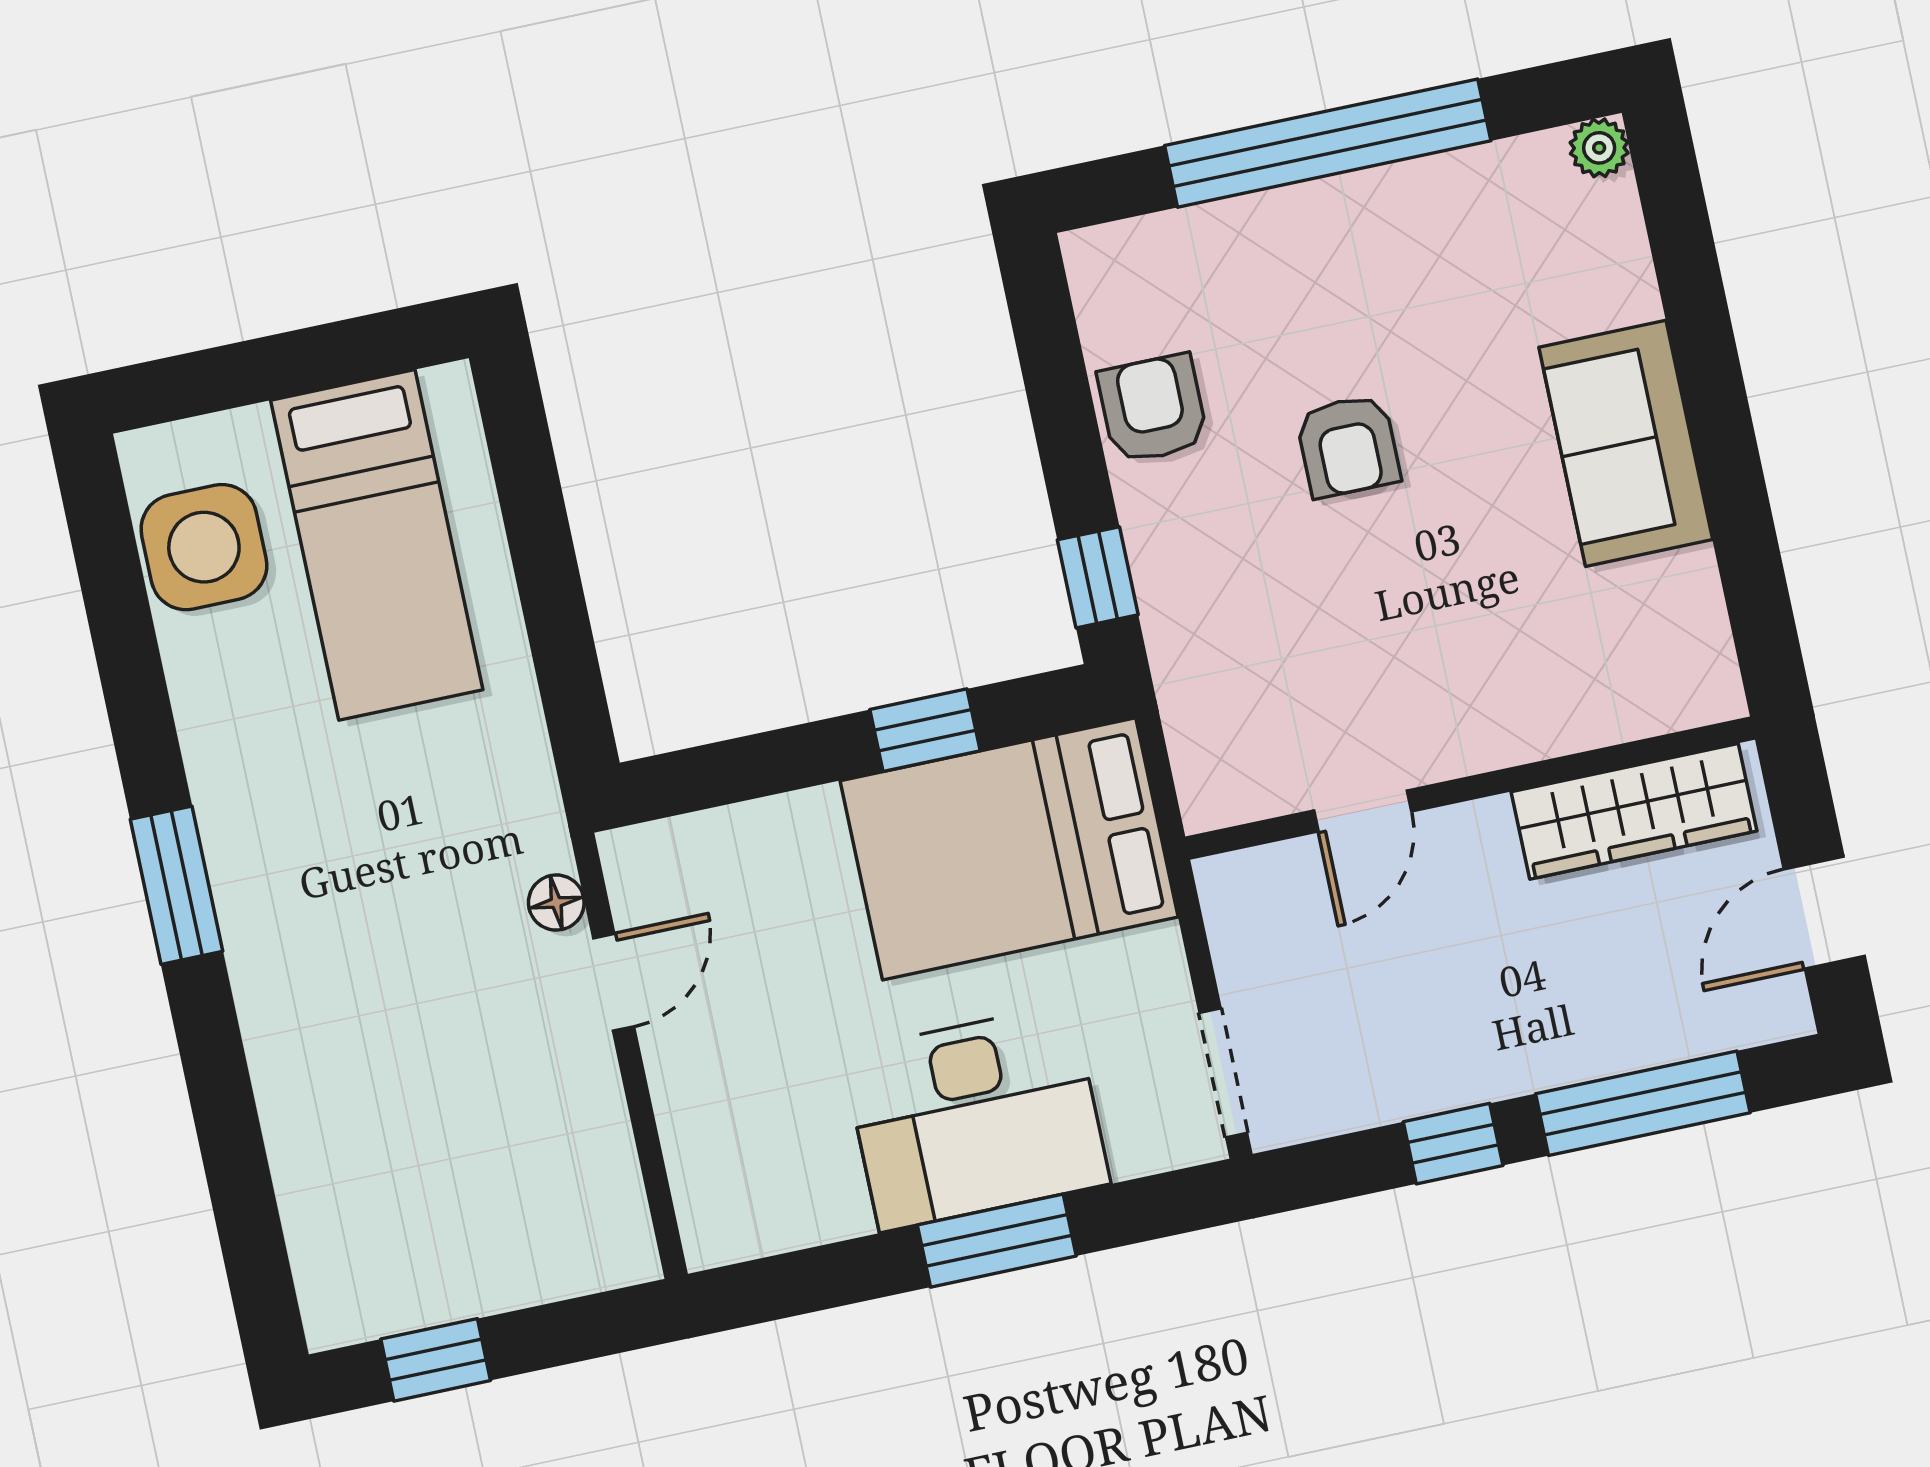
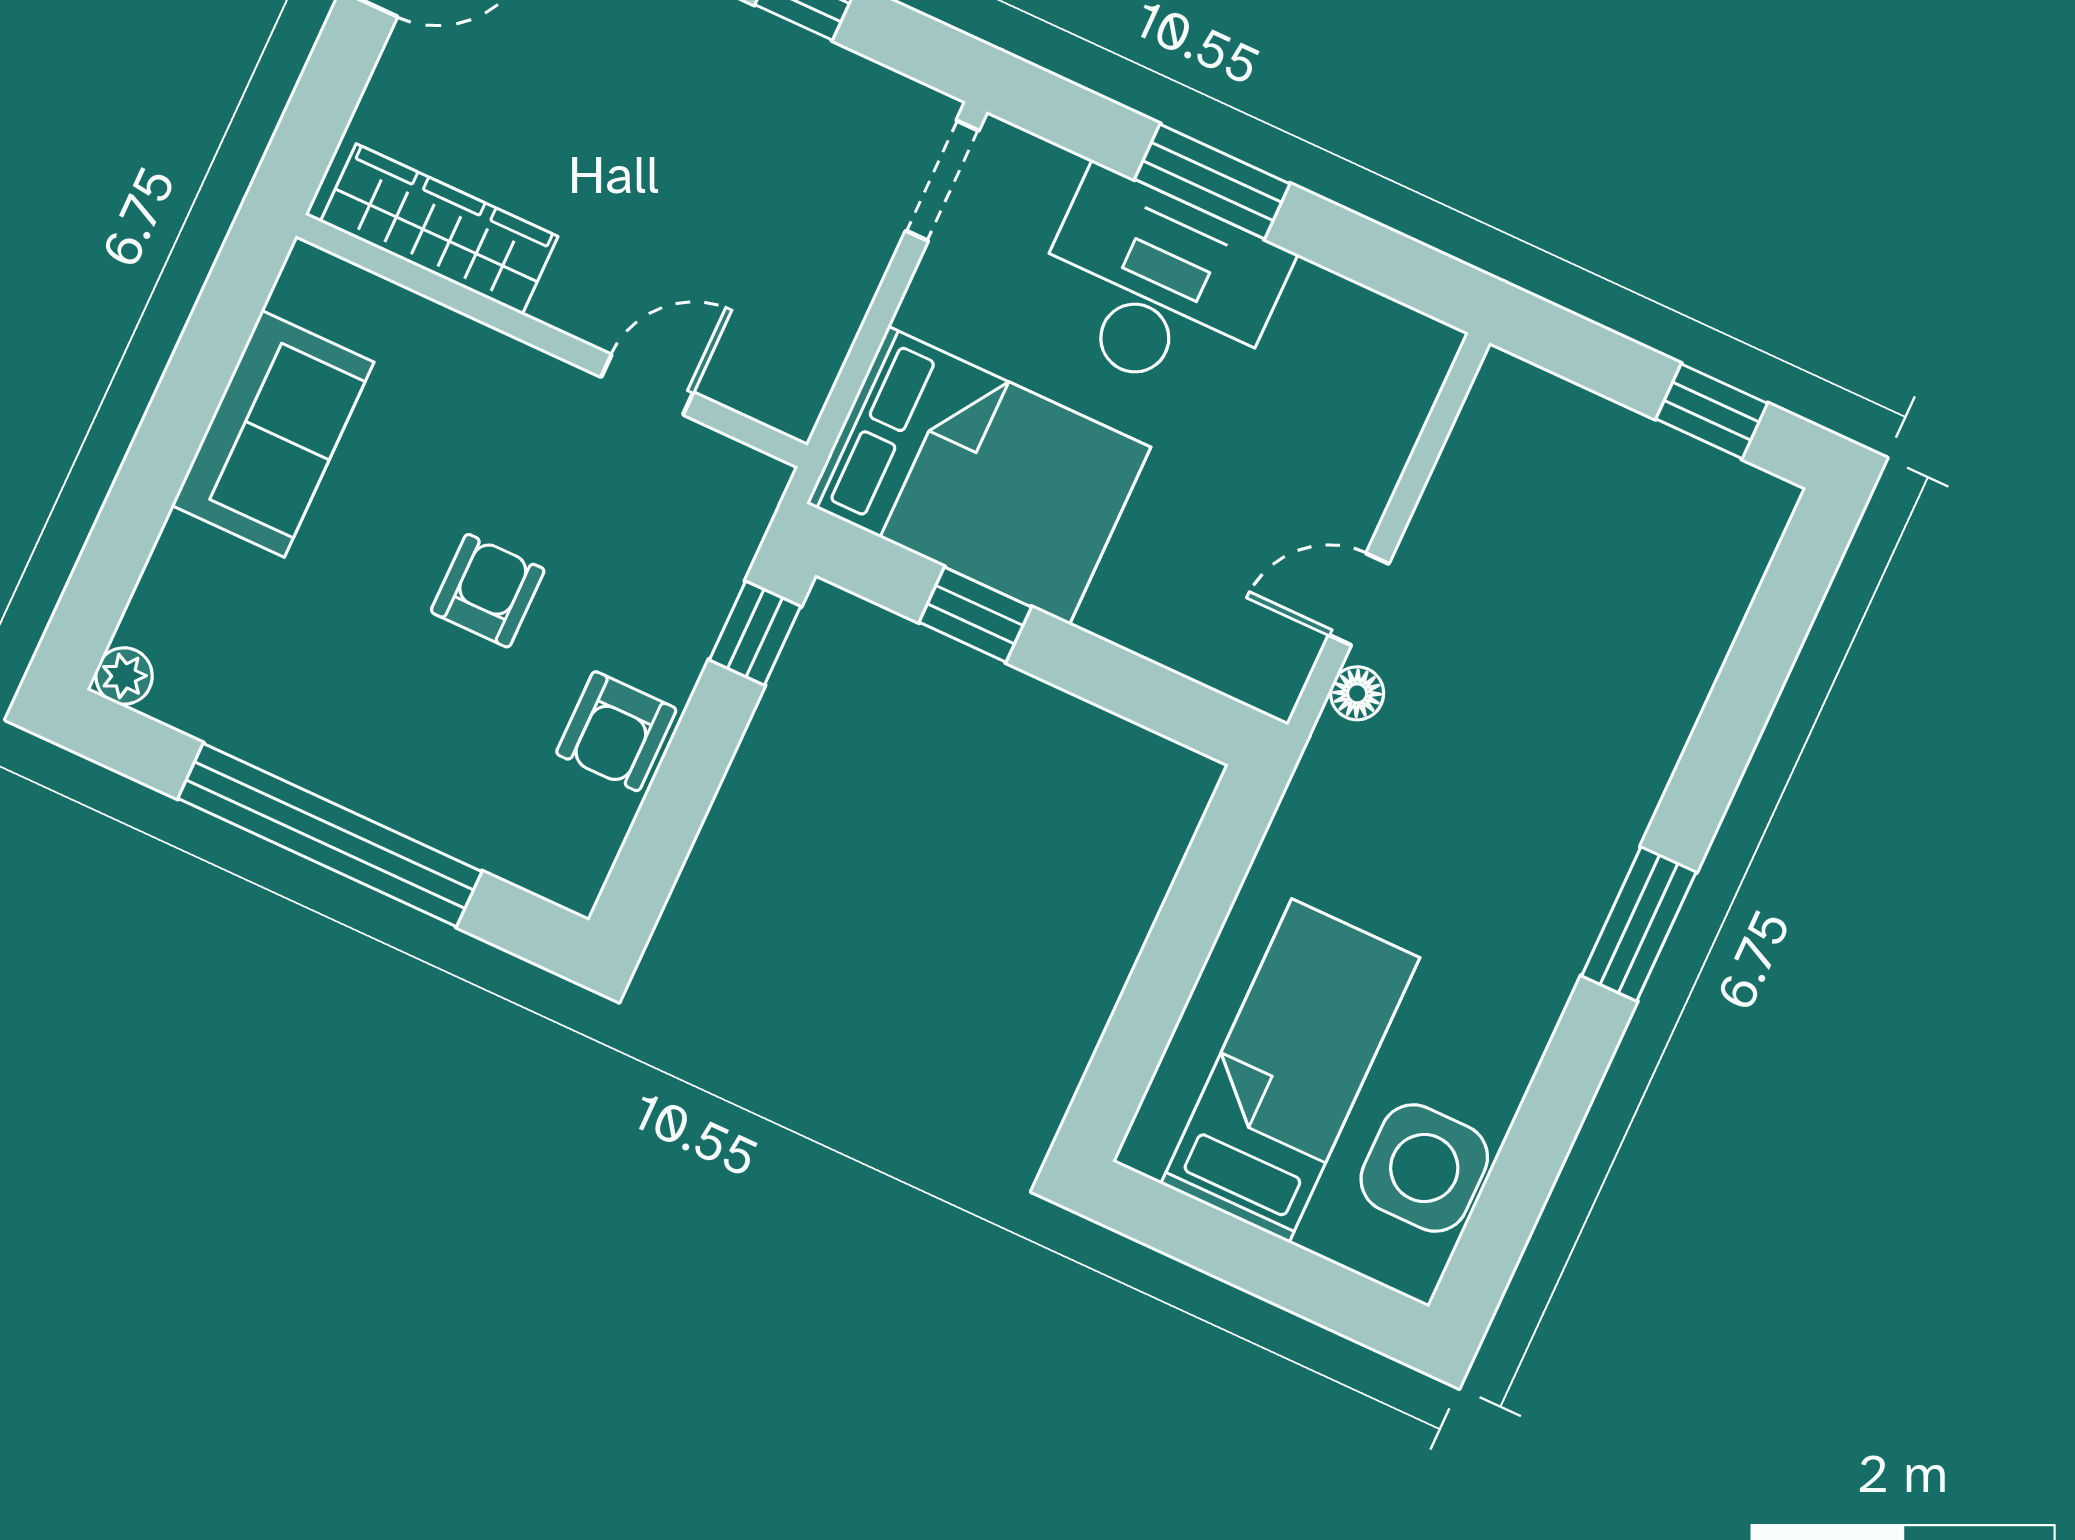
wall: (1470, 788) -> (552, 341), moved
door: (1363, 811) -> (647, 385), moved
wardrobe: (1634, 811) -> (439, 229), moved

